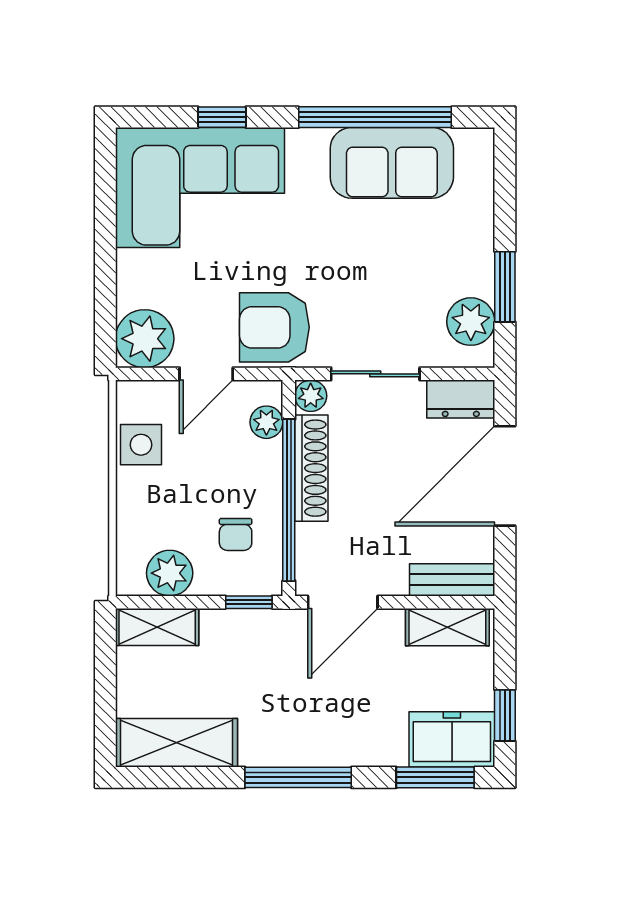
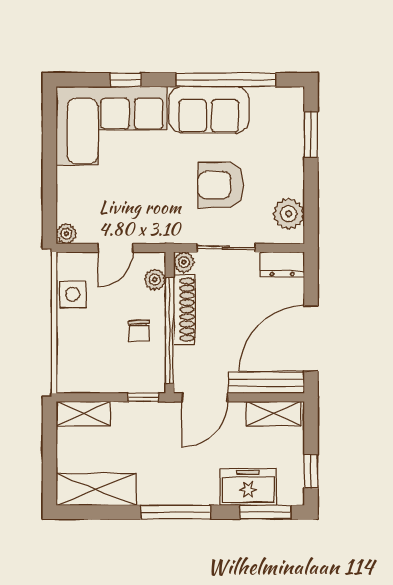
sofa: (392, 163) -> (209, 110), moved
window: (505, 287) -> (311, 135), moved
armchair: (274, 327) -> (221, 185), moved
plant: (145, 339) -> (66, 234), width x0.53, depth x0.53
door: (505, 476) -> (311, 339), moved
chair: (236, 534) -> (139, 331), moved
plant: (170, 573) -> (91, 378), removed
bench: (452, 580) -> (266, 383), width x1.36
freezer: (452, 739) -> (248, 487), moved

